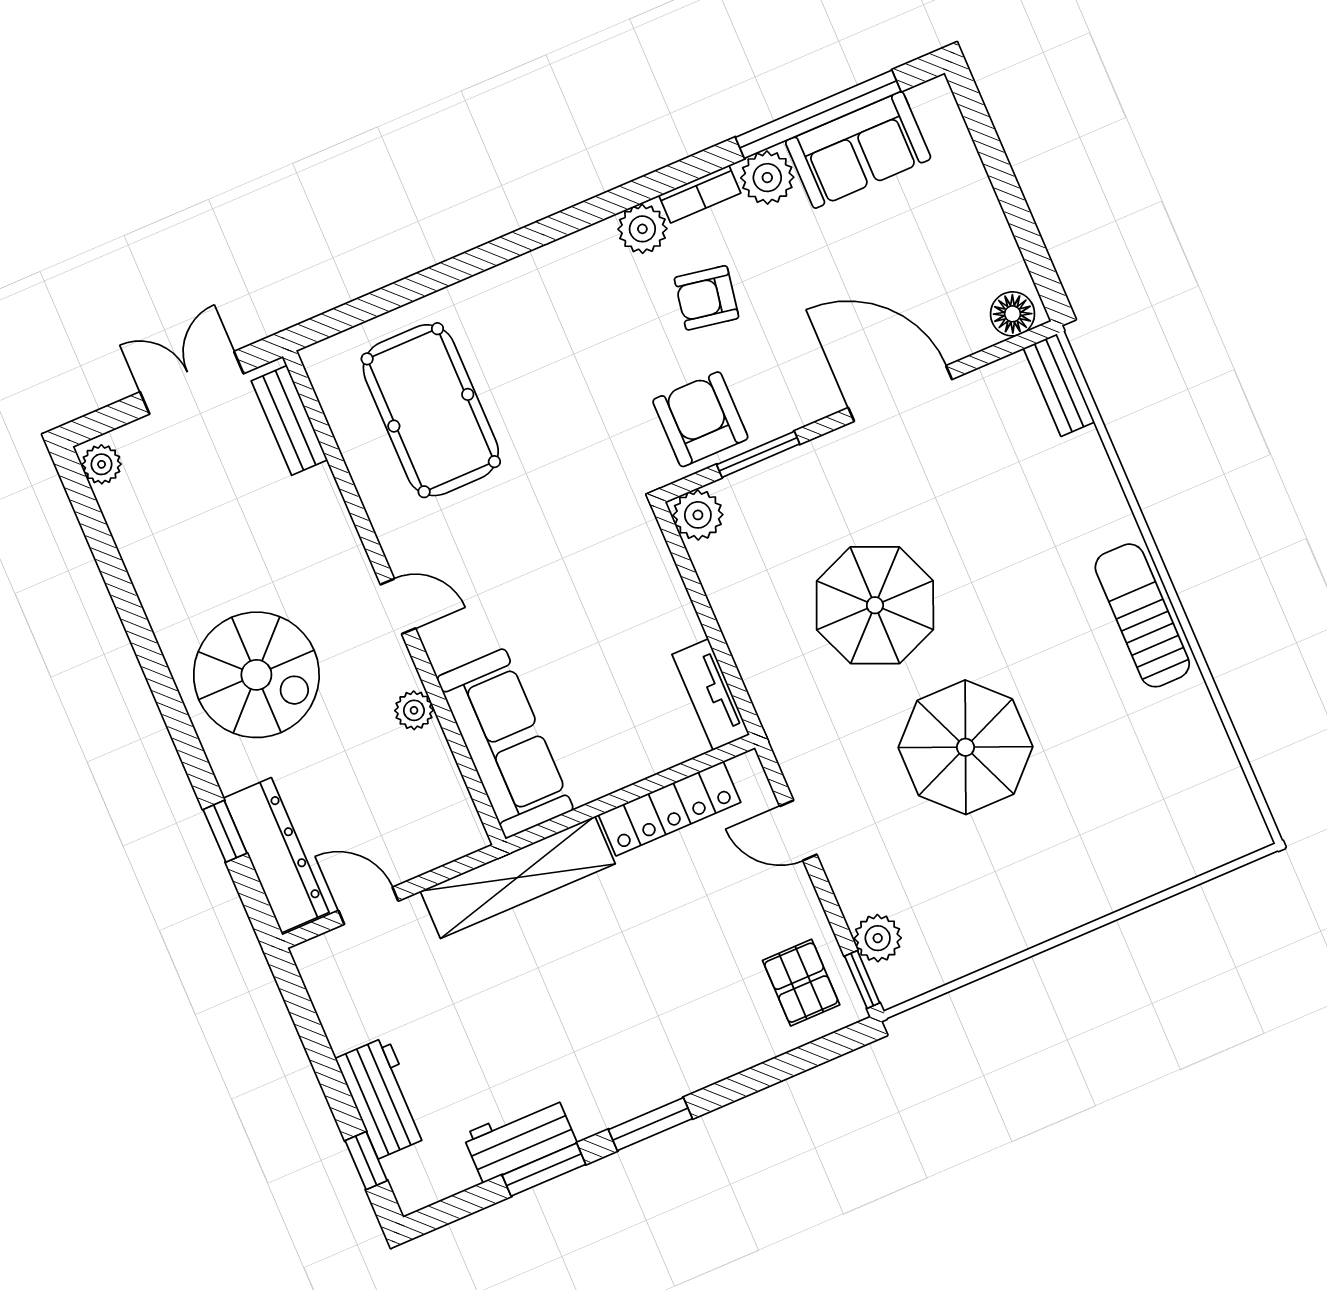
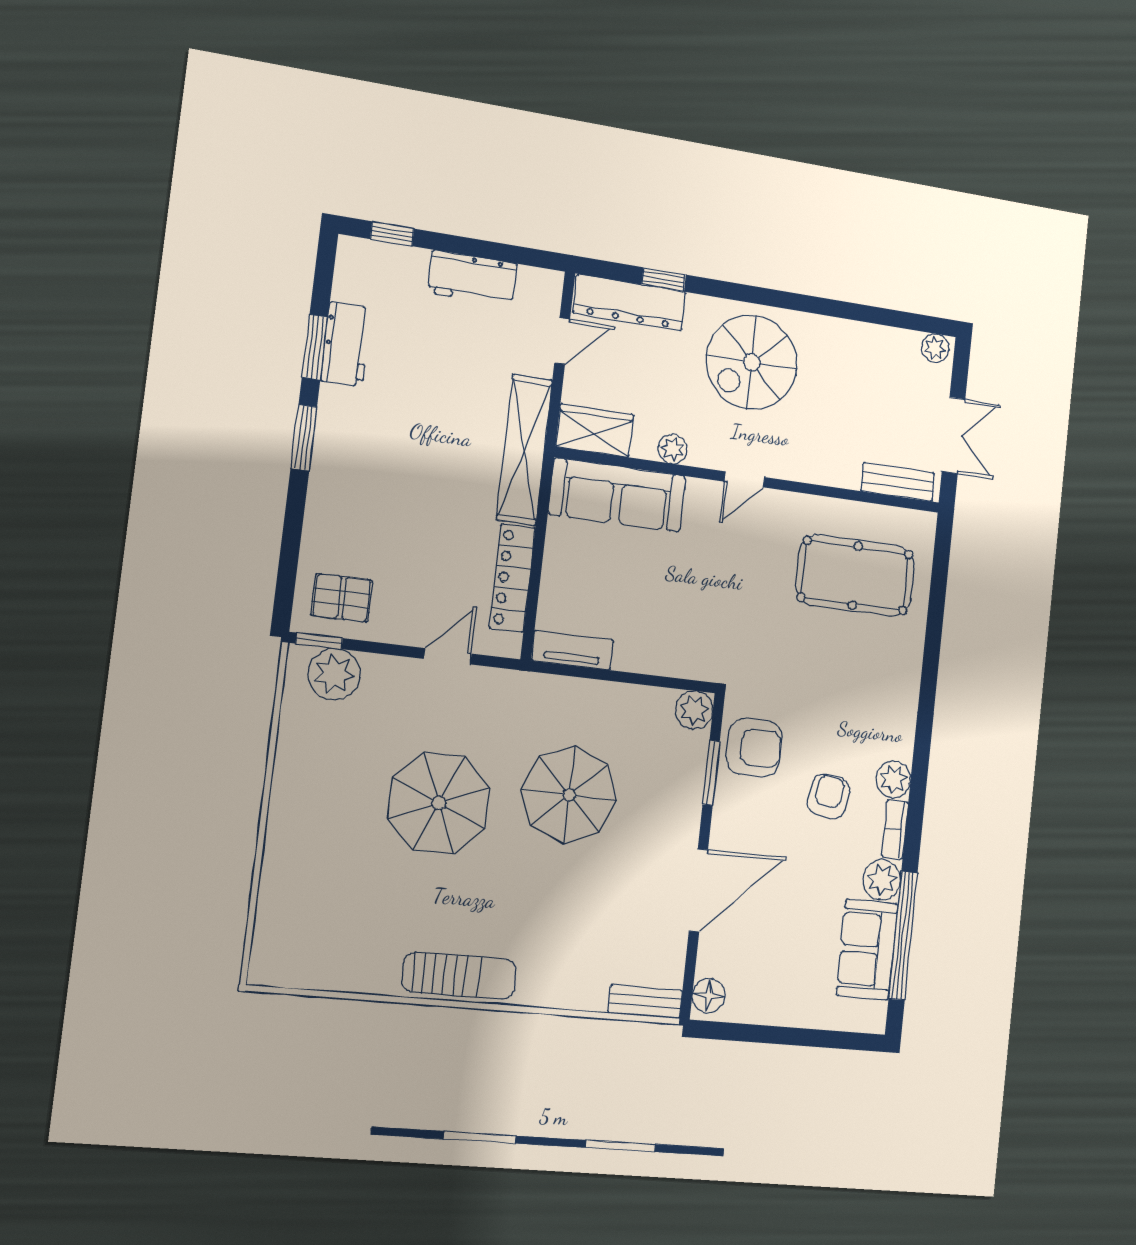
wardrobe: (448, 811) -> (595, 431), added
plant: (878, 938) -> (334, 674), width x1.36, depth x1.36
workbench: (382, 1098) -> (473, 278), moved

